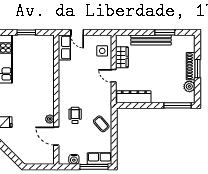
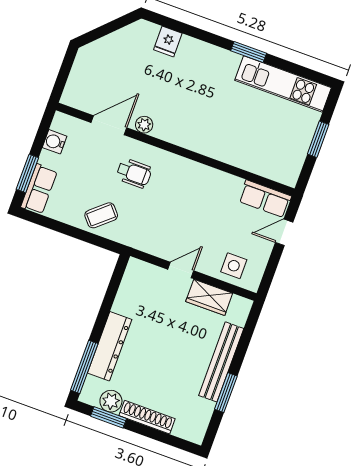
window: (198, 69) -> (109, 417), moved
dresser: (134, 97) -> (110, 346), moved
window: (94, 167) -> (27, 174), width x0.69

